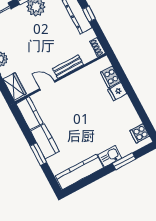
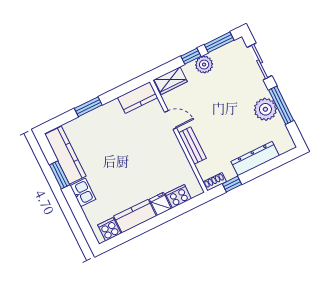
window: (89, 14) -> (232, 184), moved
door: (47, 85) -> (171, 120), hinge flipped
kitchen counter: (45, 141) -> (135, 216), moved, turned 180
window: (124, 161) -> (60, 175), moved

